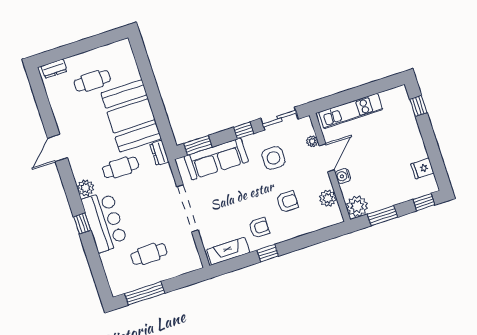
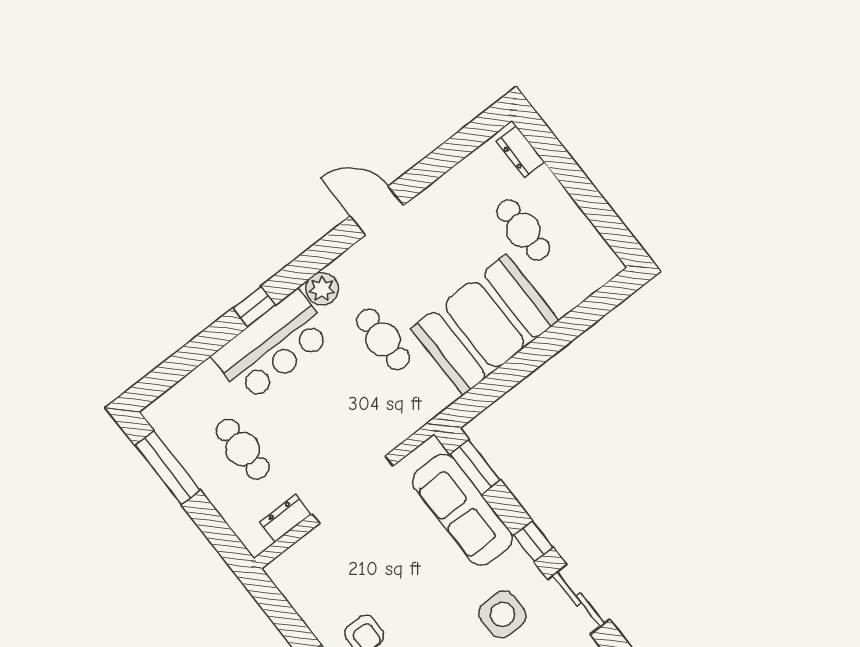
dresser: (159, 153) -> (285, 518), moved
fireplace: (228, 251) -> (301, 593), removed

